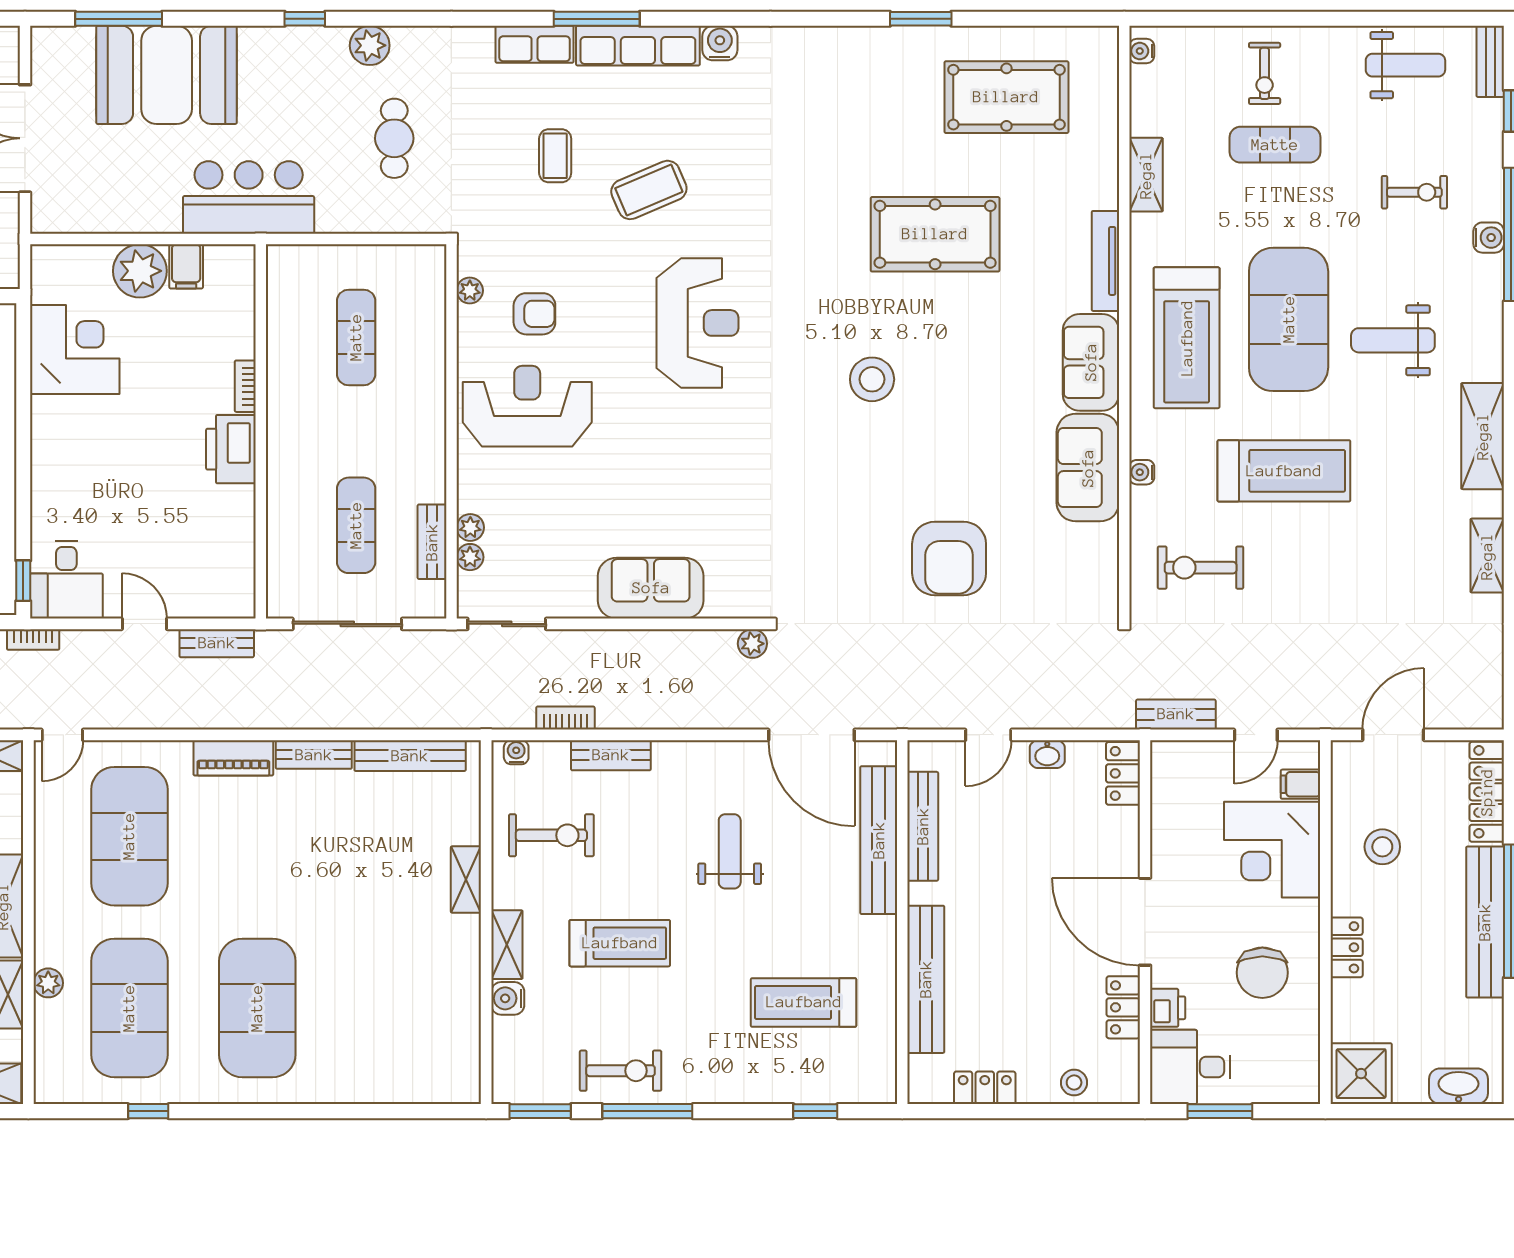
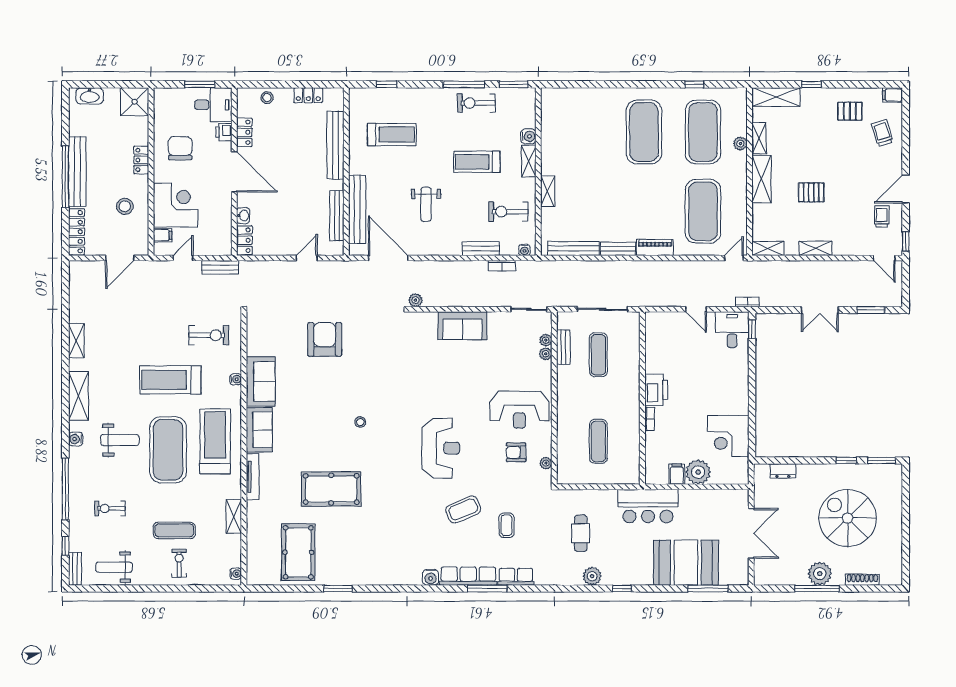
pool table: (1006, 97) -> (298, 552), turned 90
water cooler: (1489, 238) -> (76, 439), moved
reception desk: (697, 323) -> (441, 448), turned 180
stool: (872, 379) -> (360, 422), width x0.53, depth x0.53
bench: (217, 643) -> (663, 300), removed
washbasin: (1047, 754) -> (243, 216), moved, turned 90

